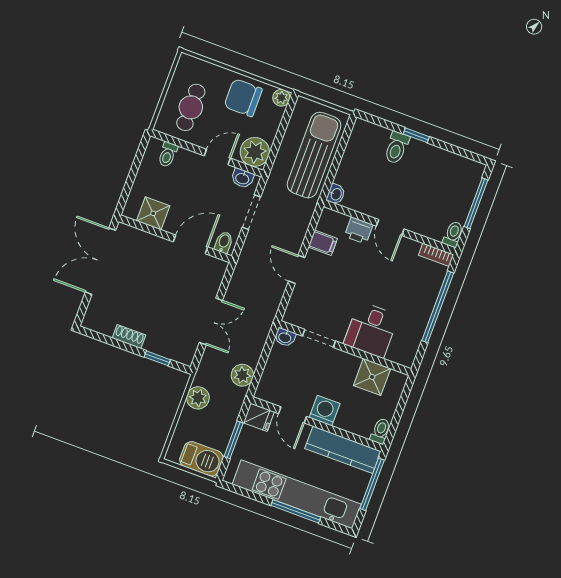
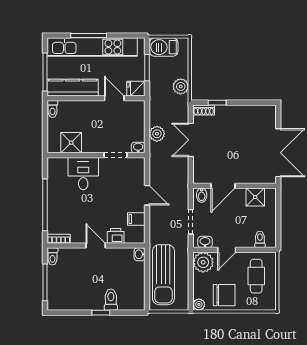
shoe rack: (129, 337) -> (204, 110), moved
plant: (242, 375) -> (157, 134), moved
washing machine: (325, 411) -> (94, 109), removed

